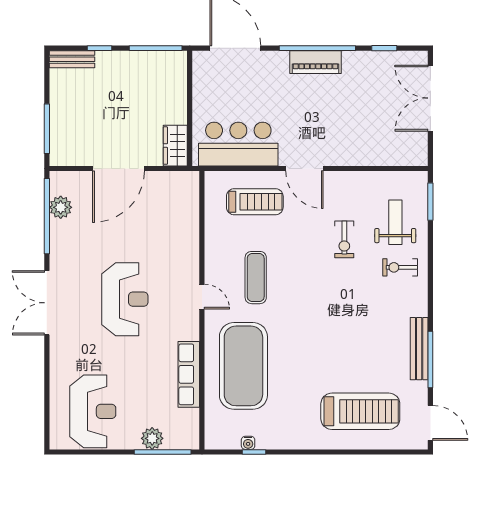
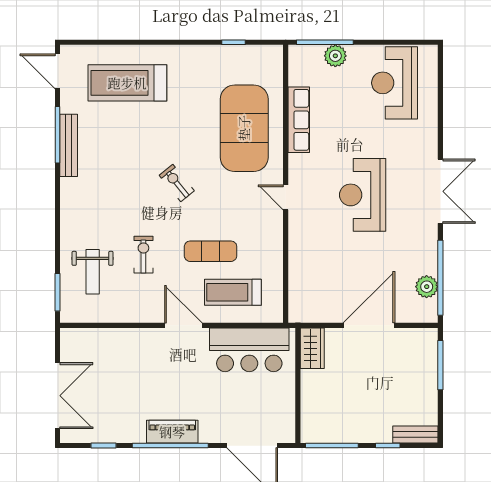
exercise bike: (400, 267) -> (177, 183), moved, turned -129
exercise mat: (256, 278) -> (211, 251), moved, turned 90
water cooler: (248, 443) -> (240, 51), removed

